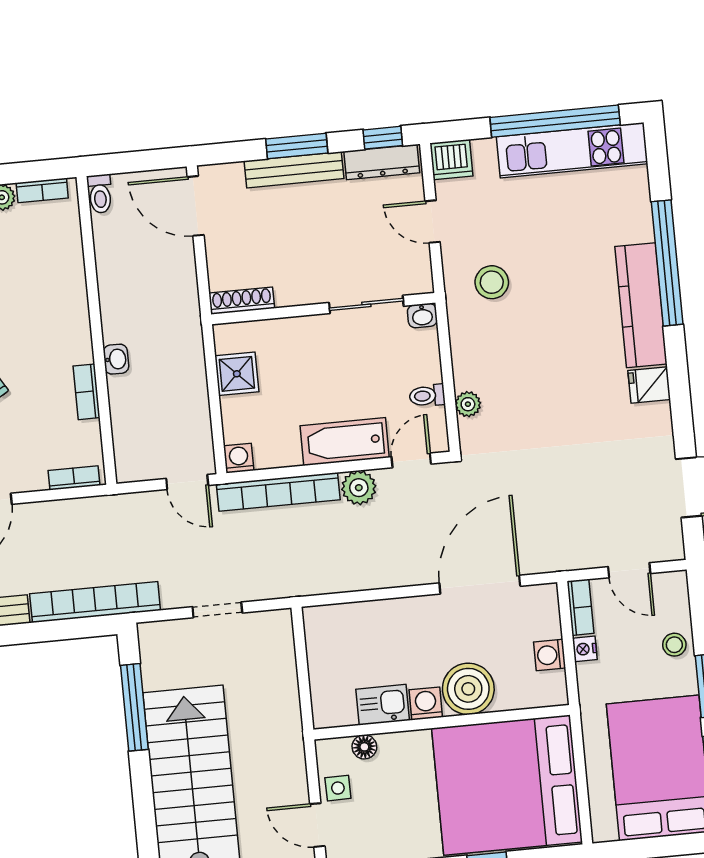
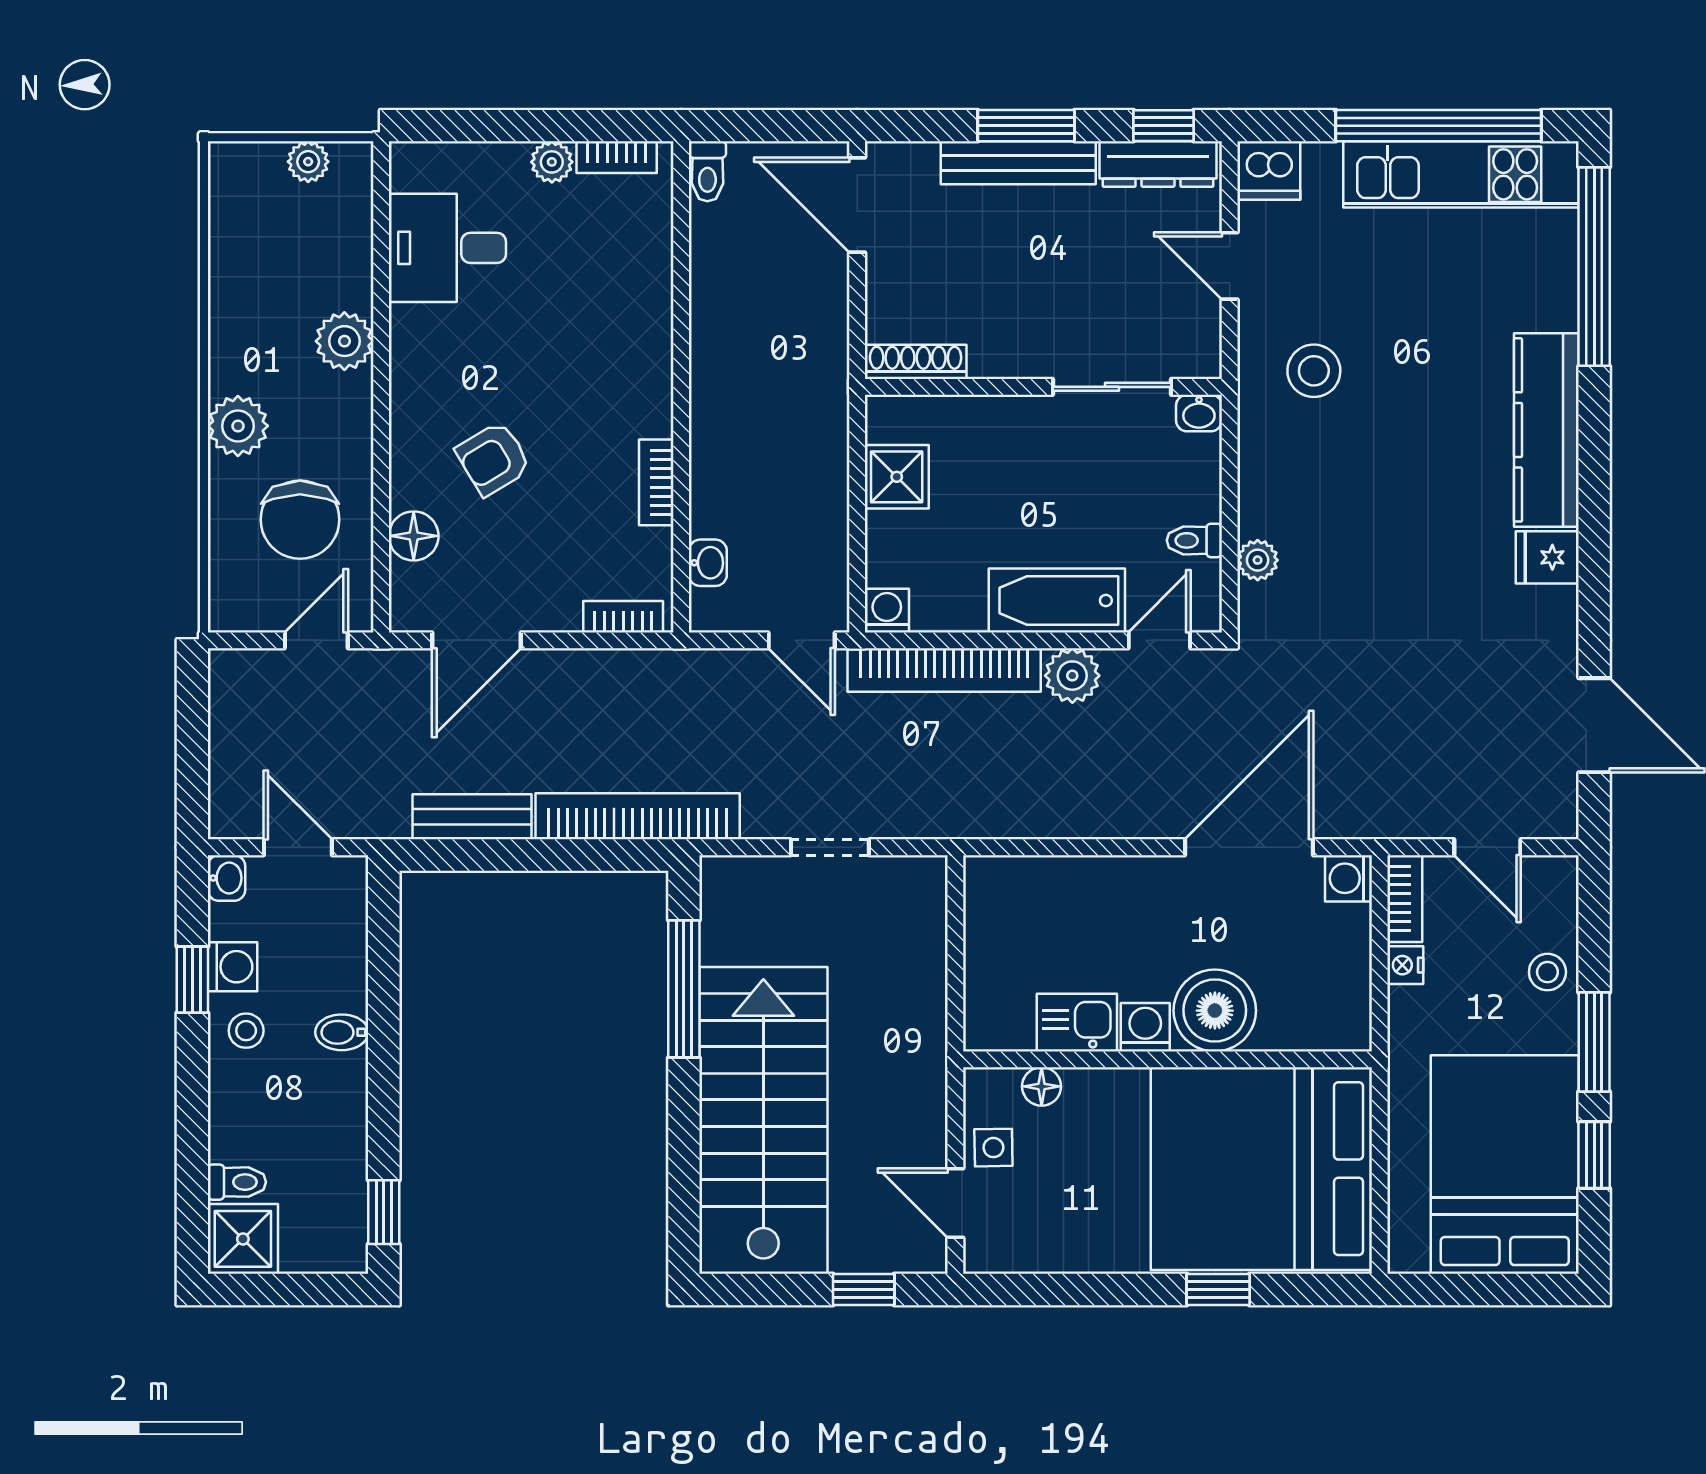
window: (667, 263) -> (1594, 267), moved
washbasin: (116, 359) -> (708, 563), moved
washing machine: (550, 655) -> (1349, 878), moved

